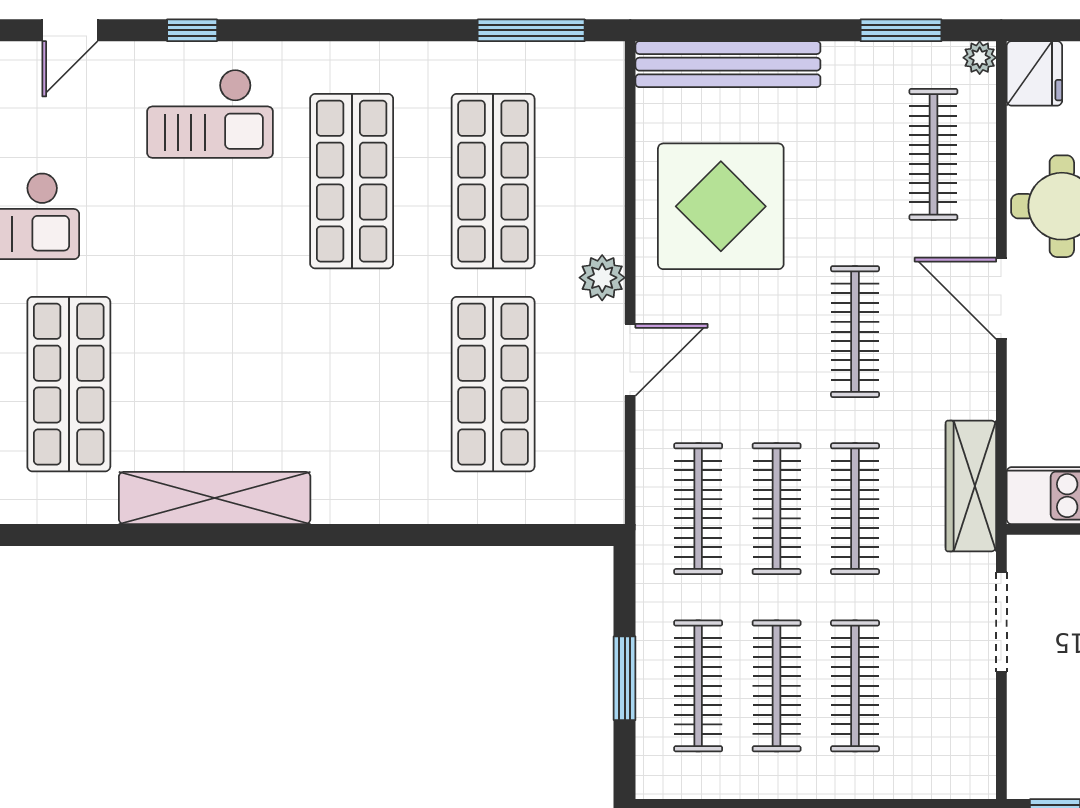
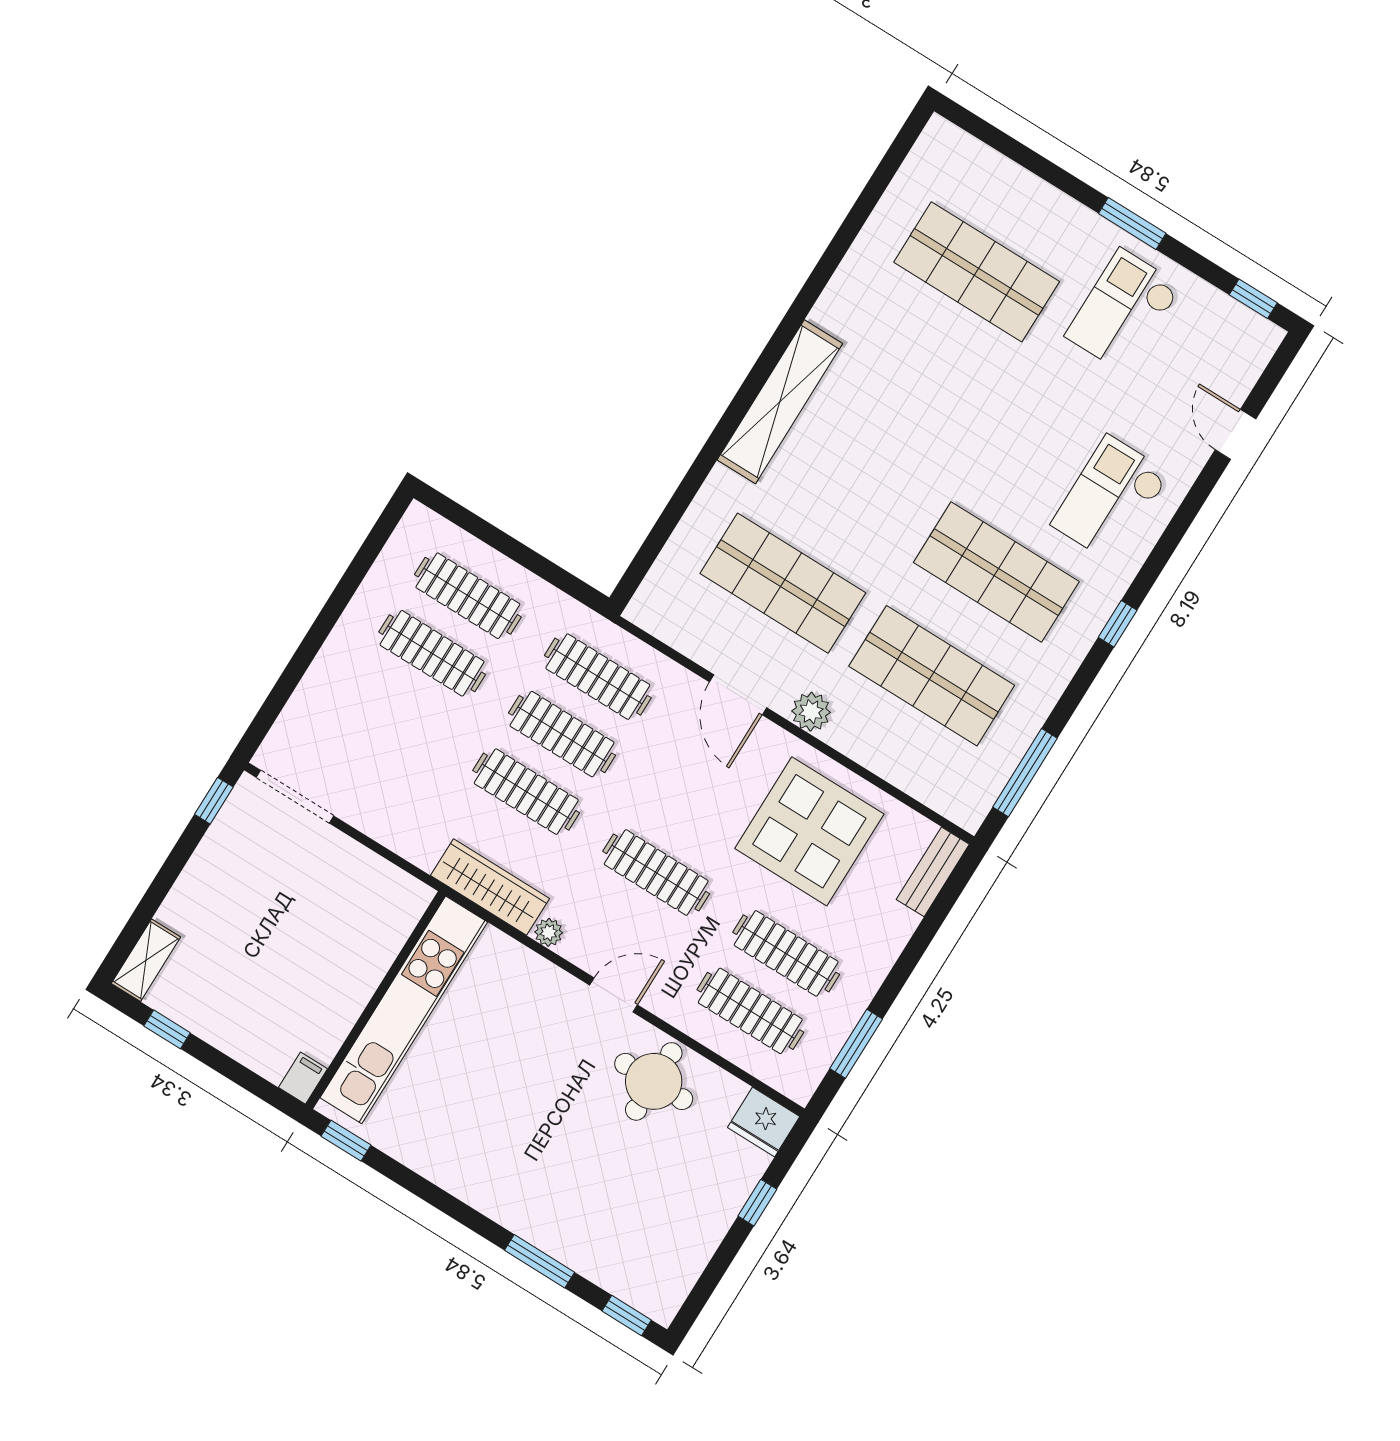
window: (192, 30) -> (1118, 624), moved
plant: (980, 58) -> (549, 932), moved
bench: (728, 64) -> (933, 872), width x0.54, depth x0.82
door: (1001, 298) -> (614, 995), width x0.73
shelving: (215, 498) -> (780, 402), moved
doorway: (1001, 622) -> (295, 797), moved
window: (625, 678) -> (507, 545), removed
clothes rail: (855, 686) -> (786, 953), moved

